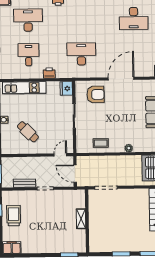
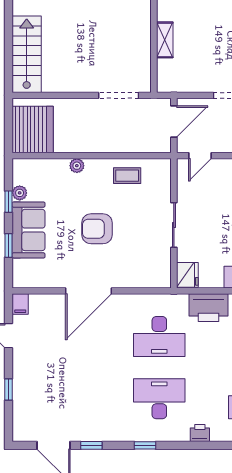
desk: (134, 18) -> (159, 399), moved
printer: (49, 73) -> (209, 308), width x1.87, depth x1.48
armchair: (96, 94) -> (97, 229), moved
door: (75, 174) -> (174, 121), hinge flipped

